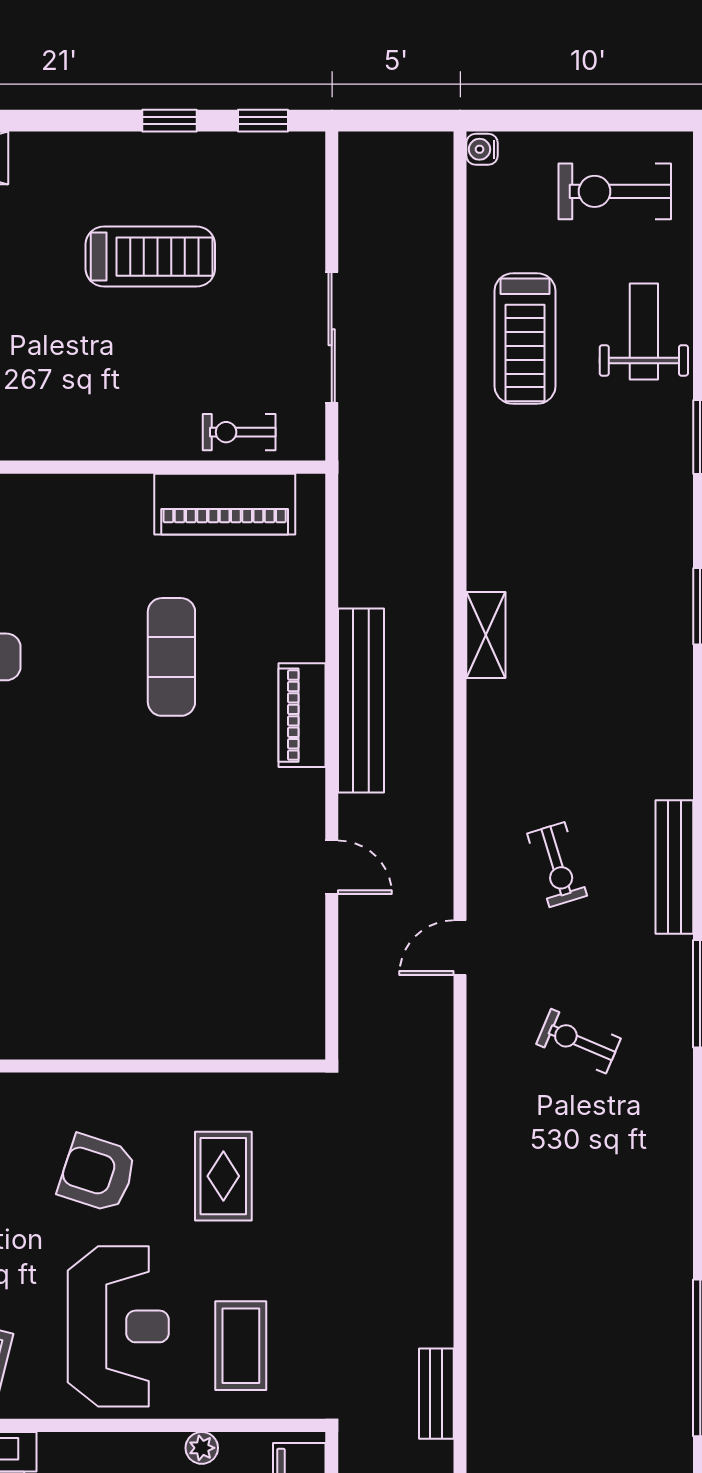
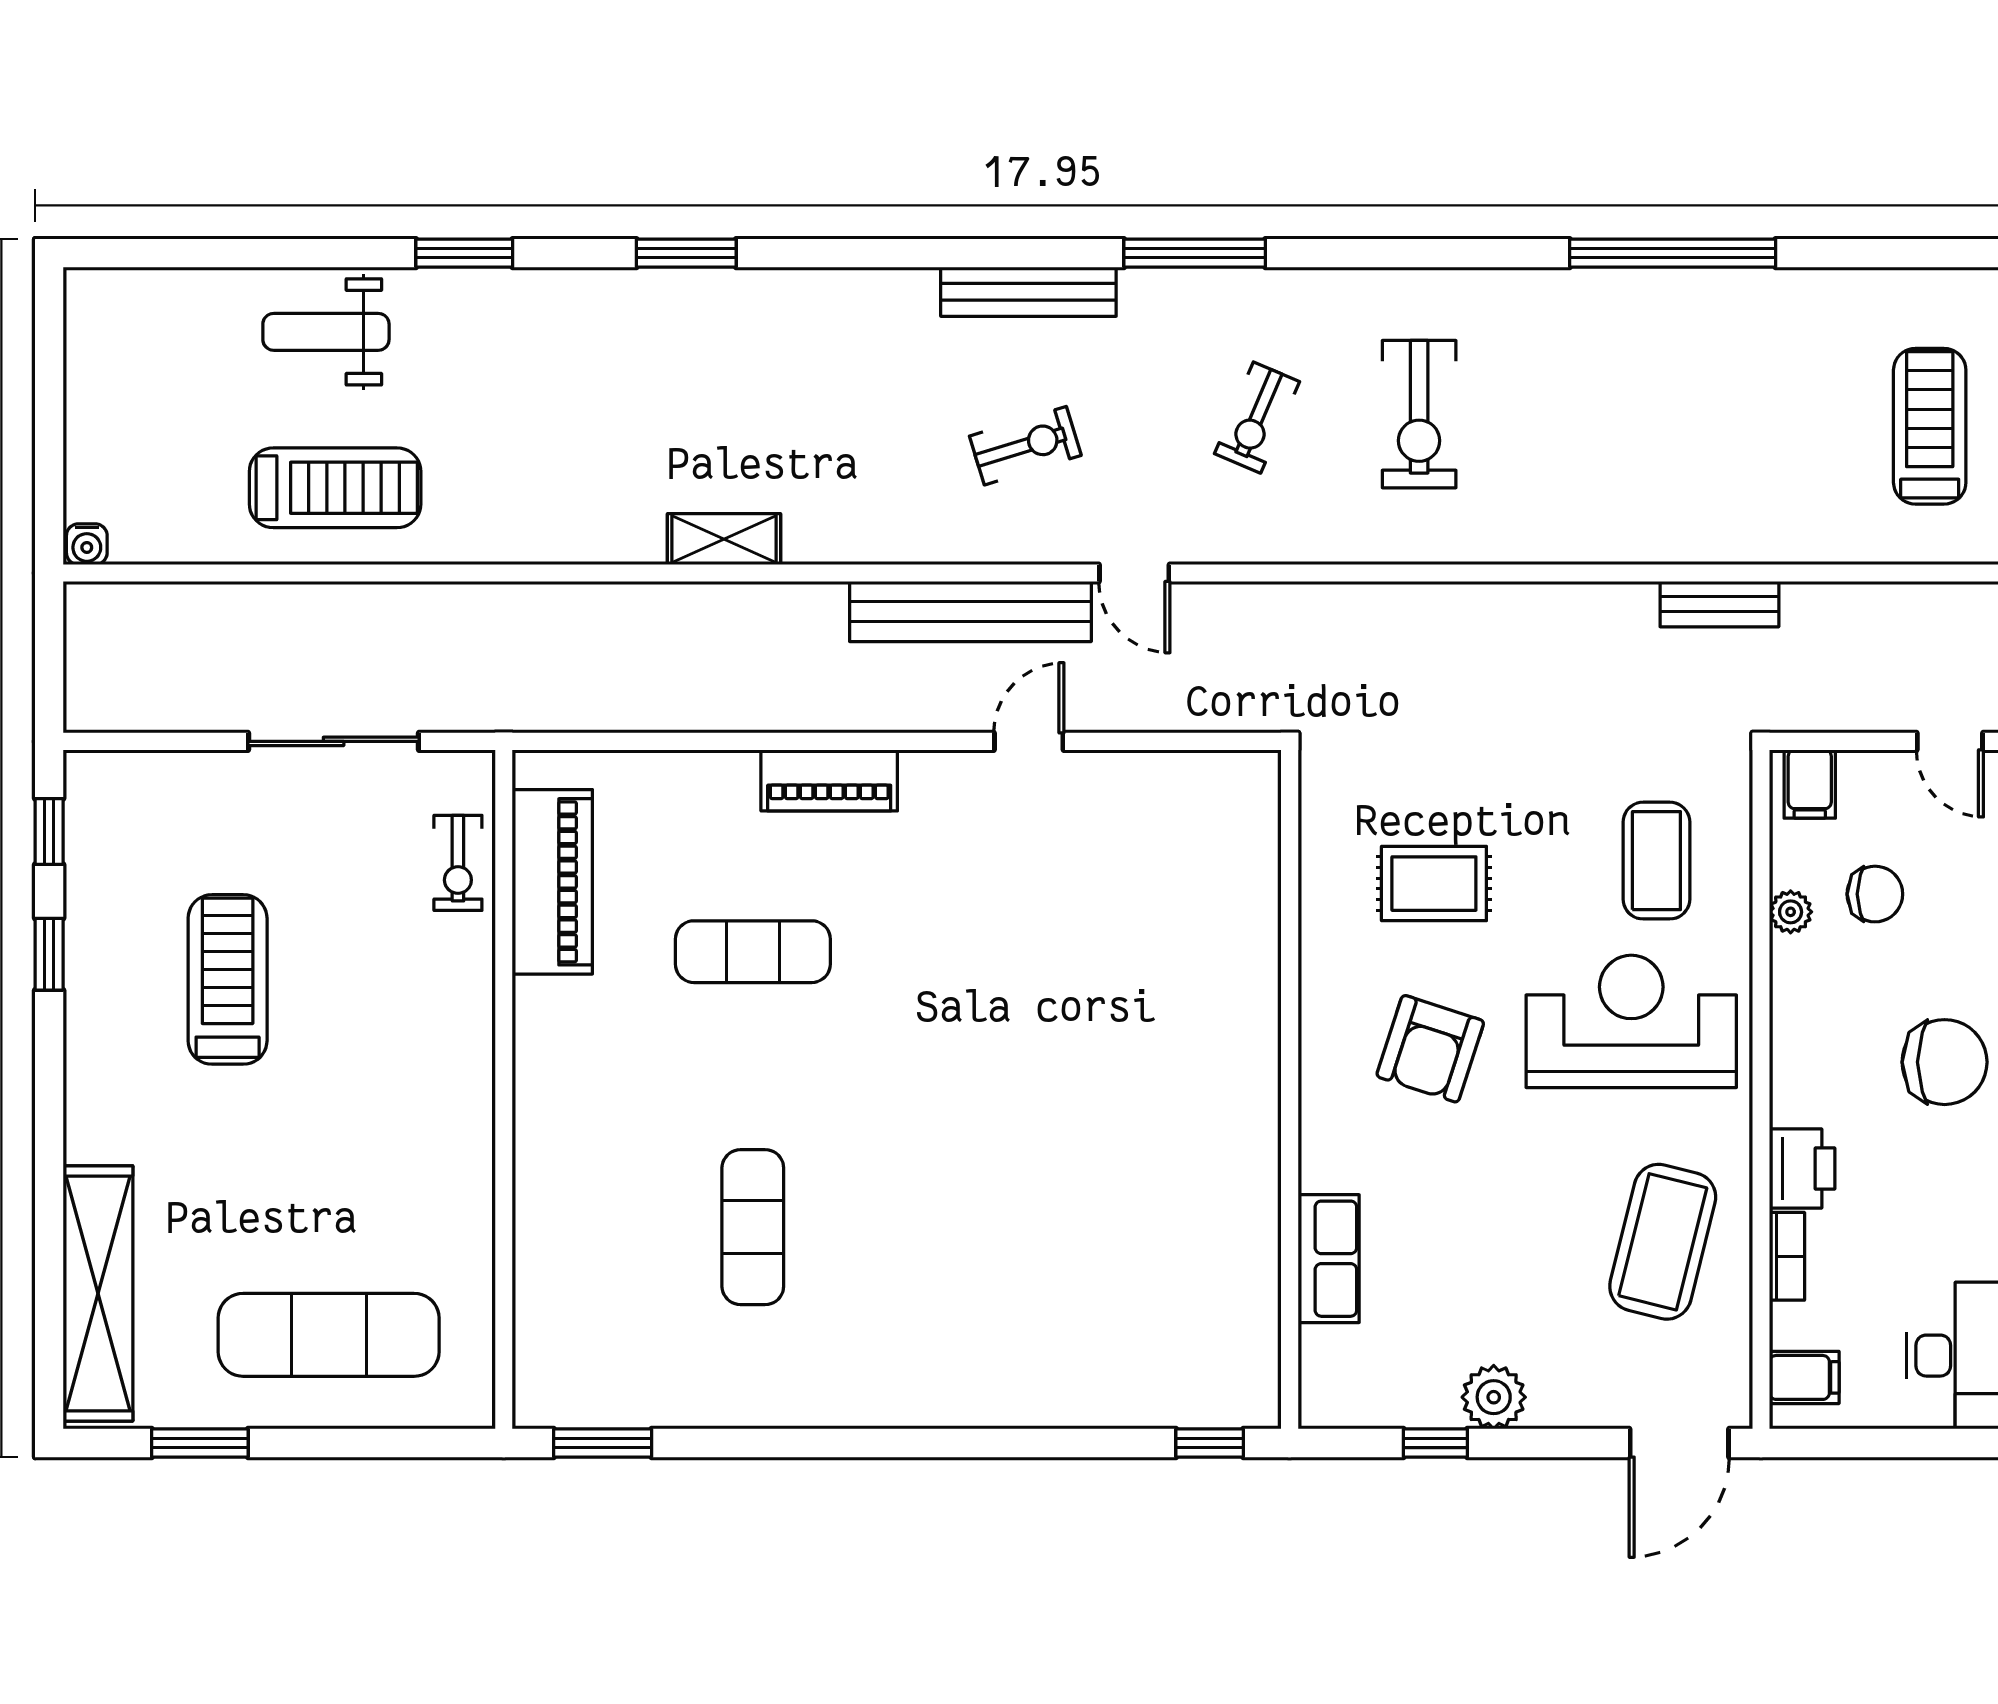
exercise bike: (615, 191) -> (1419, 414), moved
bench: (361, 700) -> (970, 611), moved
coffee table: (241, 1346) -> (1656, 861), turned 90

